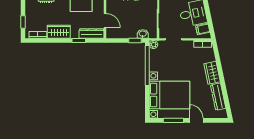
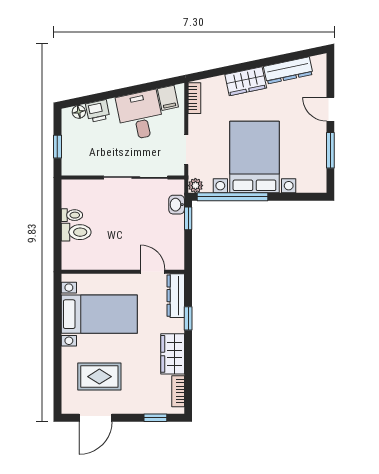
door: (105, 20) -> (153, 272), hinge flipped
bed with nightstands: (169, 95) -> (254, 157), moved
door: (196, 120) -> (330, 109), hinge flipped

